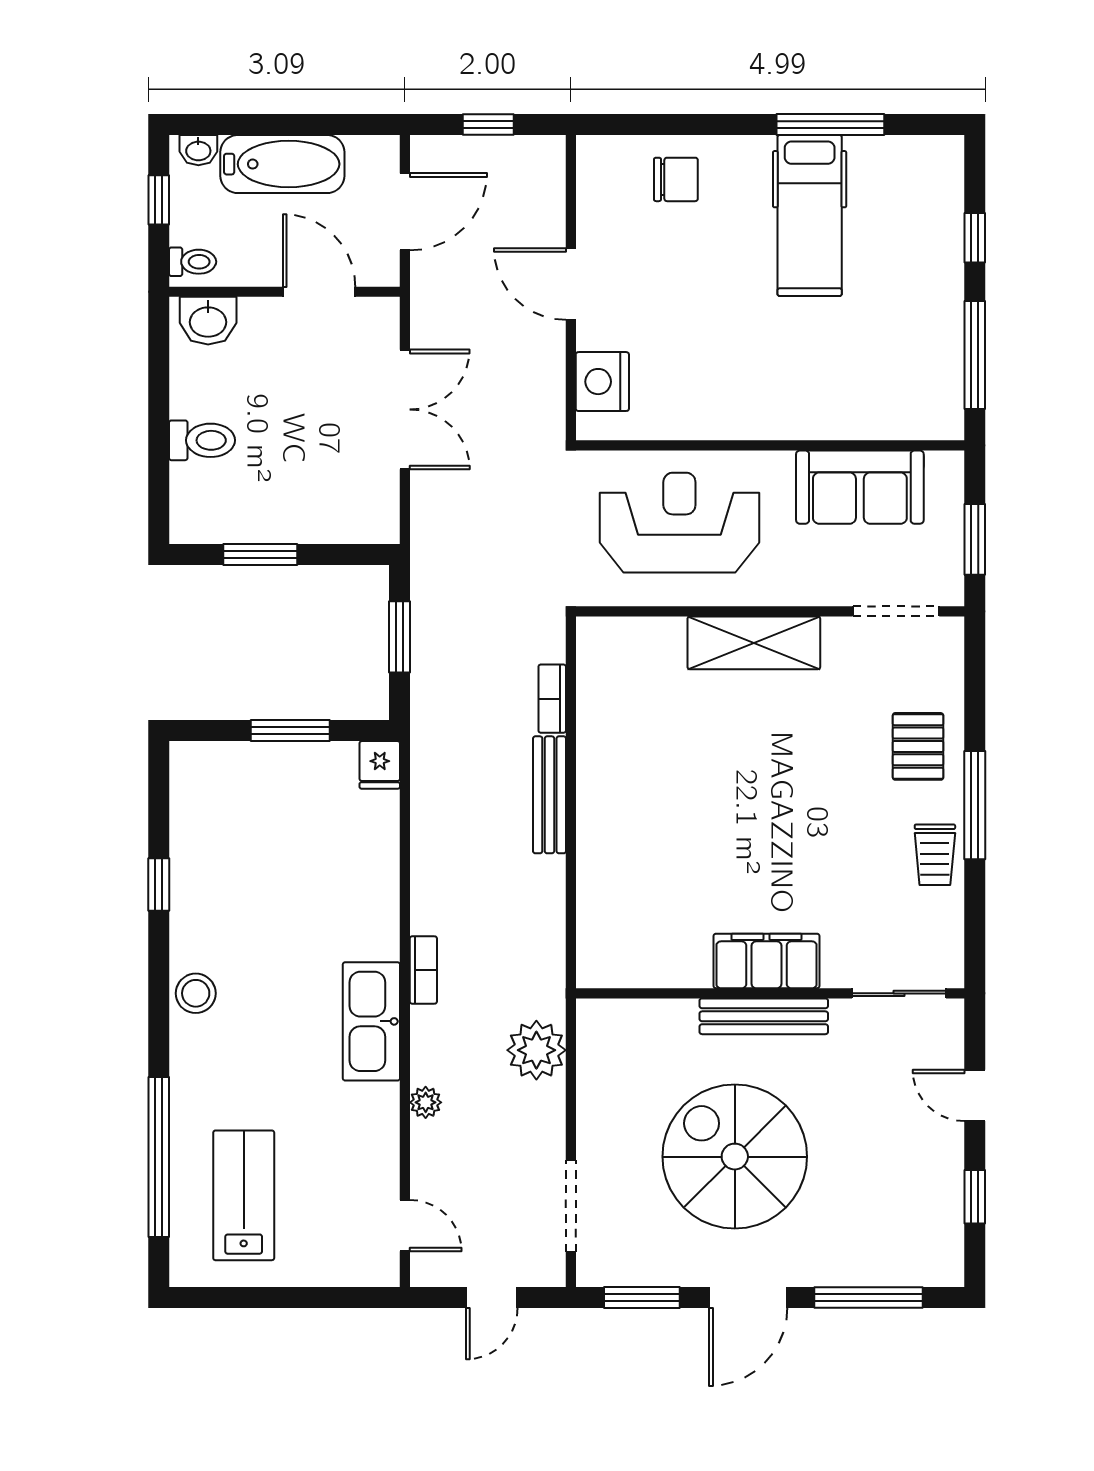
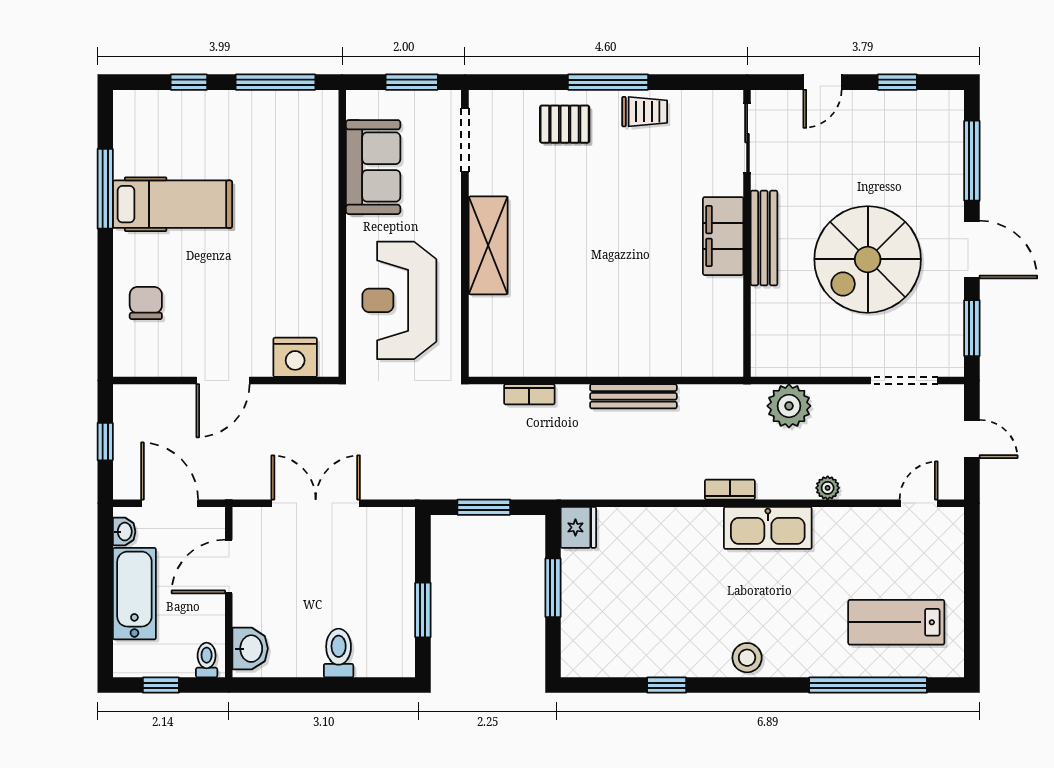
washbasin: (198, 150) -> (124, 532), moved
fridge: (380, 765) -> (578, 527), width x1.38
bench: (549, 795) -> (633, 396), moved

